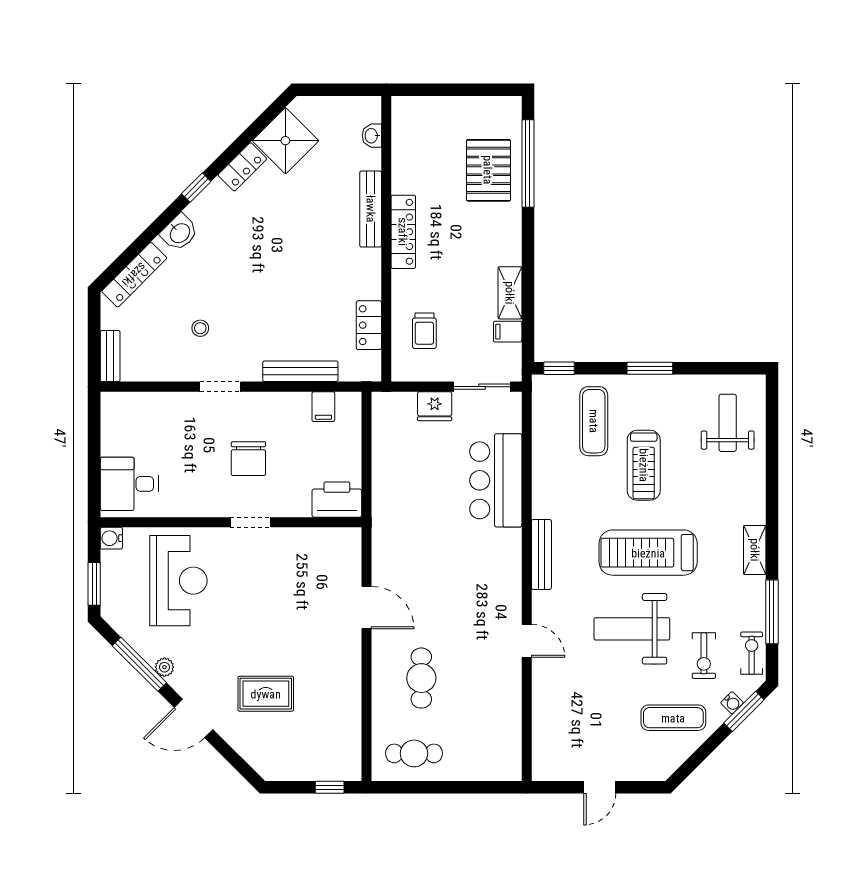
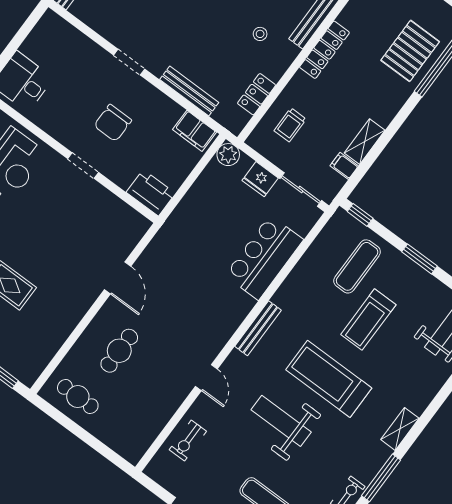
stool: (200, 328) -> (260, 34), moved
plant: (385, 405) -> (228, 155), added
filing cabinet: (323, 407) -> (194, 131), width x2.00
exercise bike: (704, 656) -> (188, 440), moved

